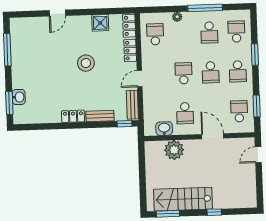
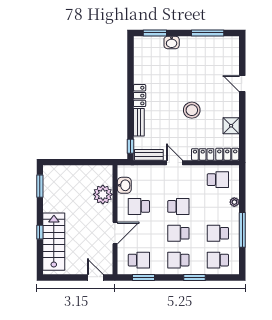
school desk: (236, 32) -> (218, 260), turned 180
washbasin: (19, 97) -> (172, 42), moved
stairs: (183, 199) -> (54, 242), moved

